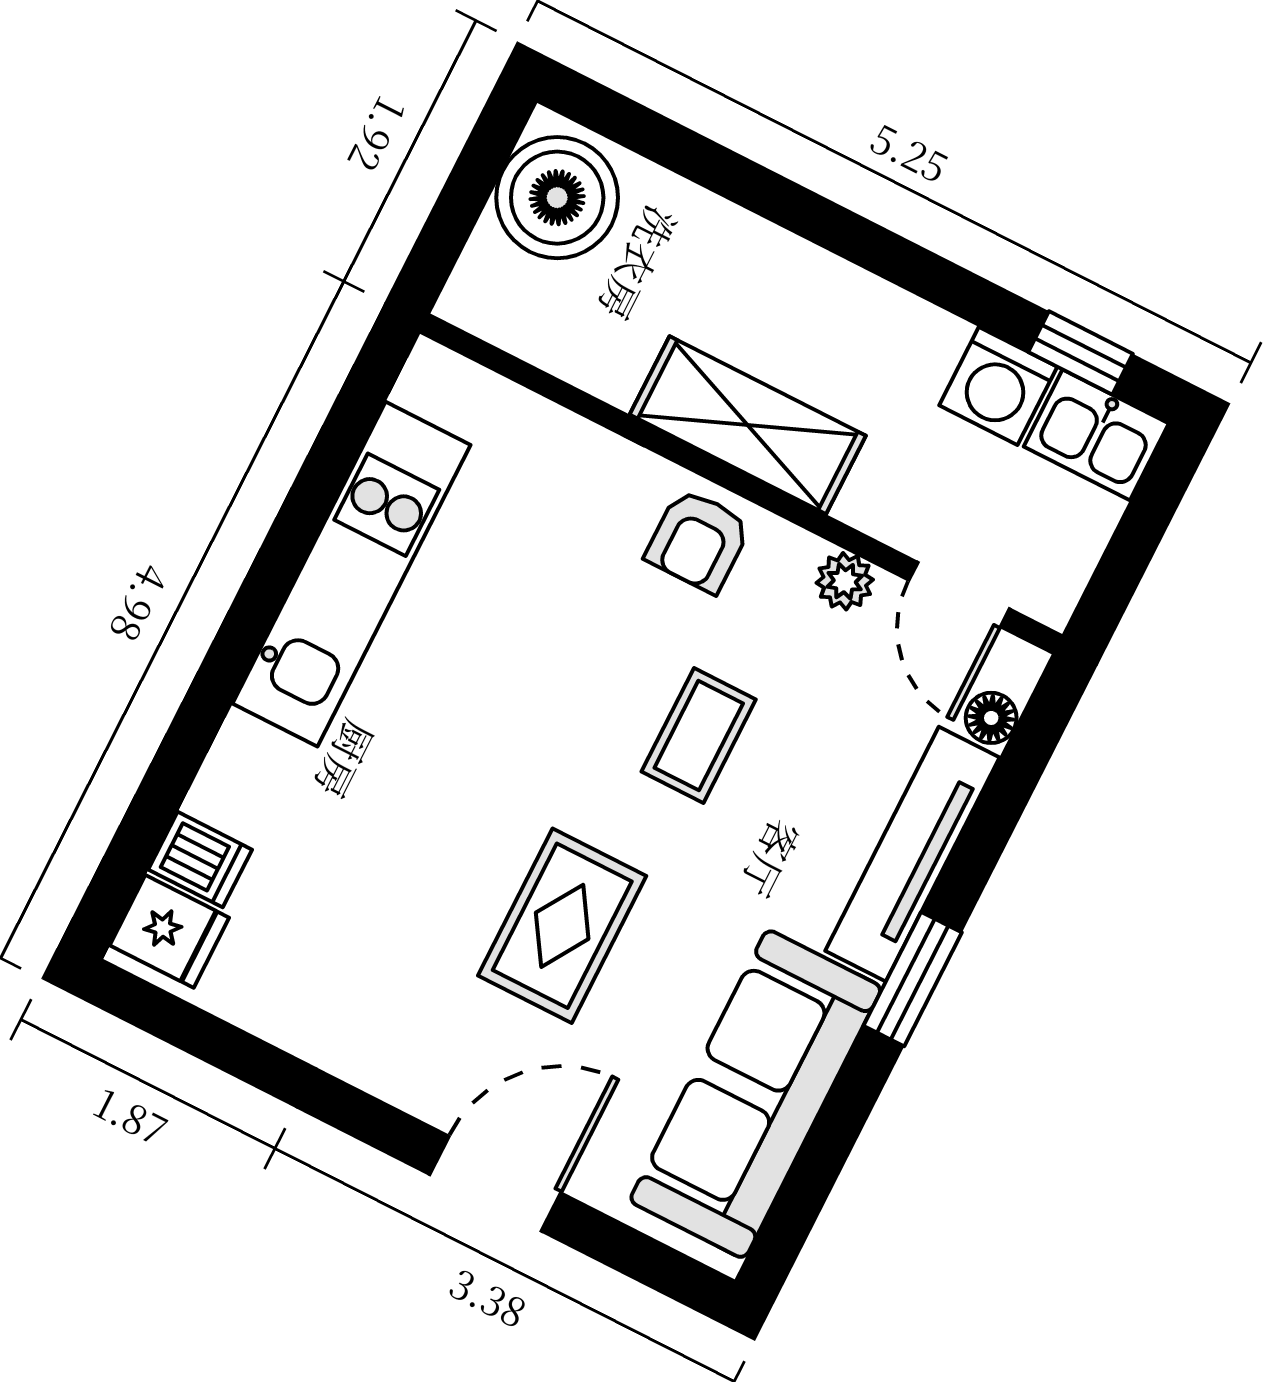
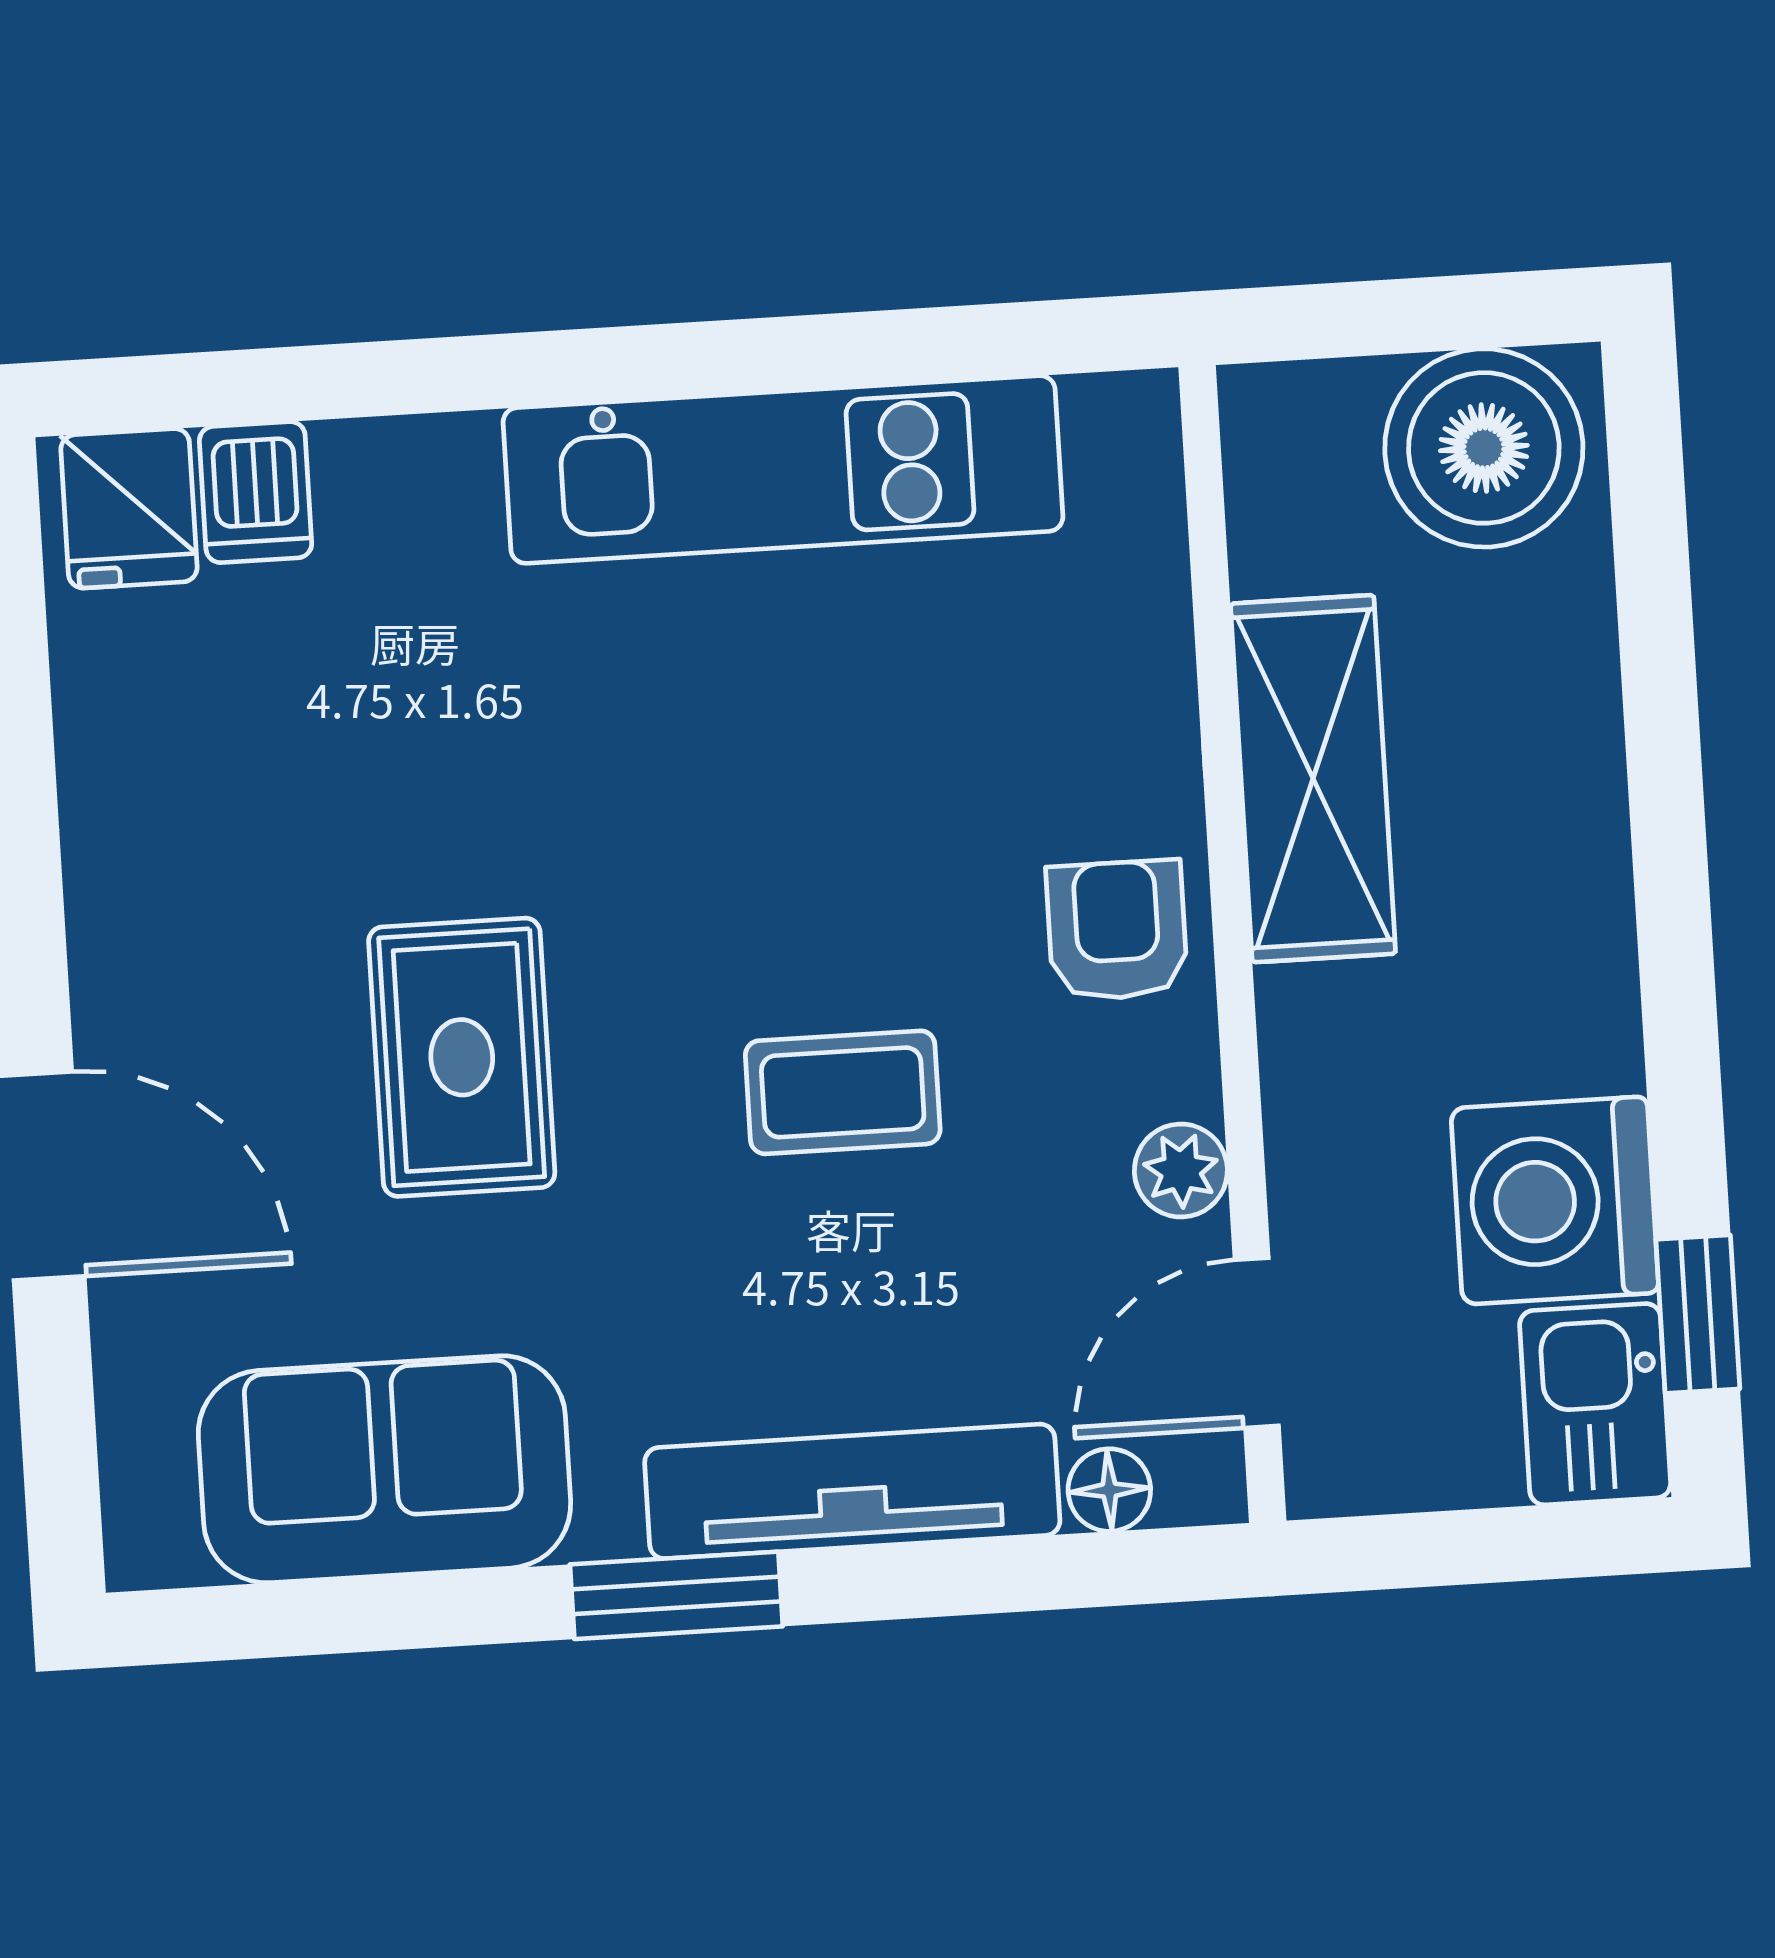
washing machine: (998, 386) -> (1555, 1200), width x1.37, depth x1.37
shelving: (748, 425) -> (1313, 779), moved
armchair: (698, 541) -> (1117, 930), turned 90
rug: (562, 926) -> (462, 1057), turned 90
sofa: (756, 1094) -> (384, 1469), width x0.73

